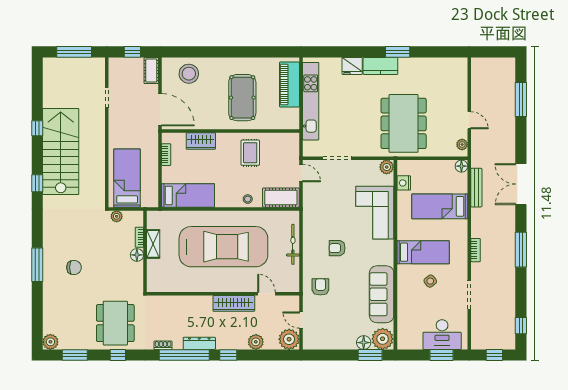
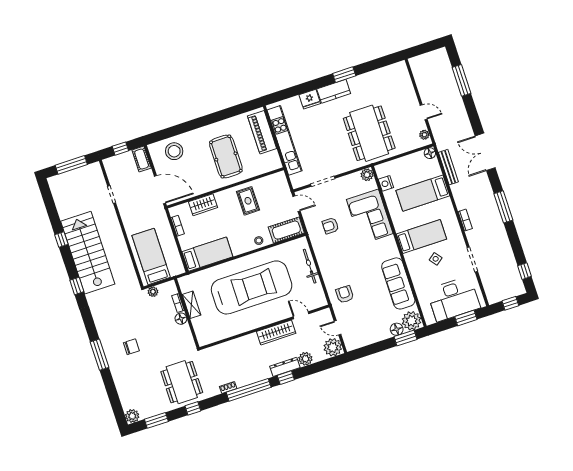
armchair: (337, 248) -> (330, 226), moved
desk: (442, 335) -> (453, 299), width x1.36, depth x1.30
dresser: (199, 343) -> (285, 367), moved

